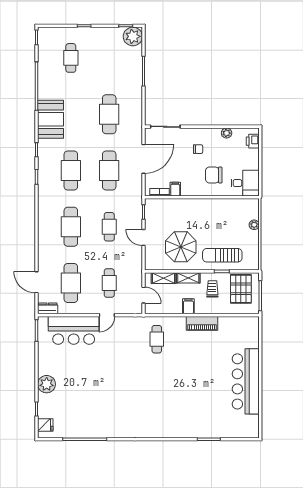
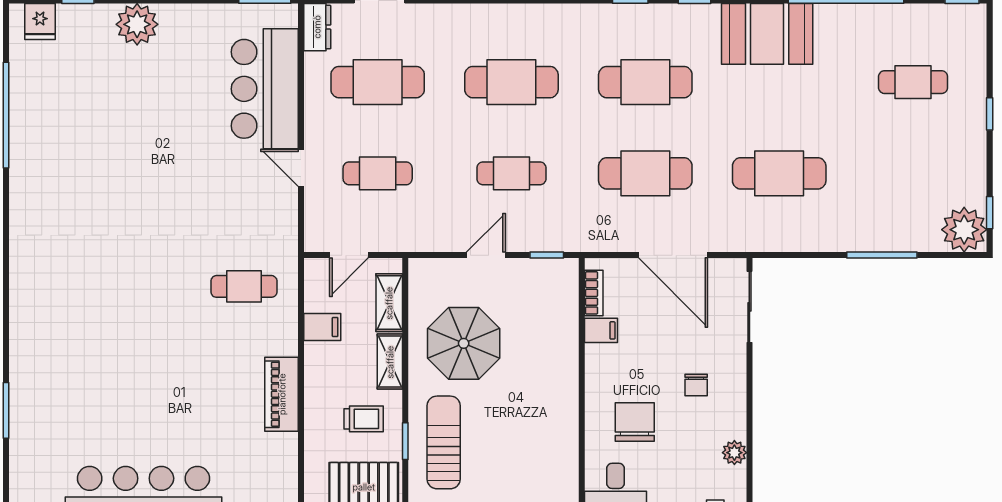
filing cabinet: (188, 306) -> (322, 327), moved

